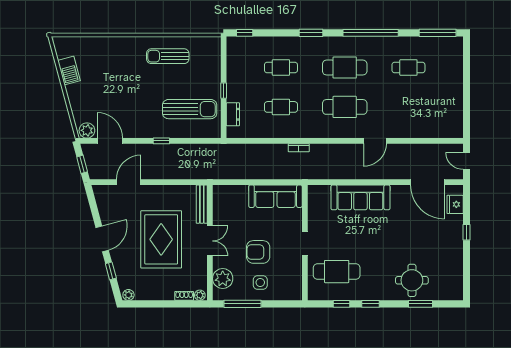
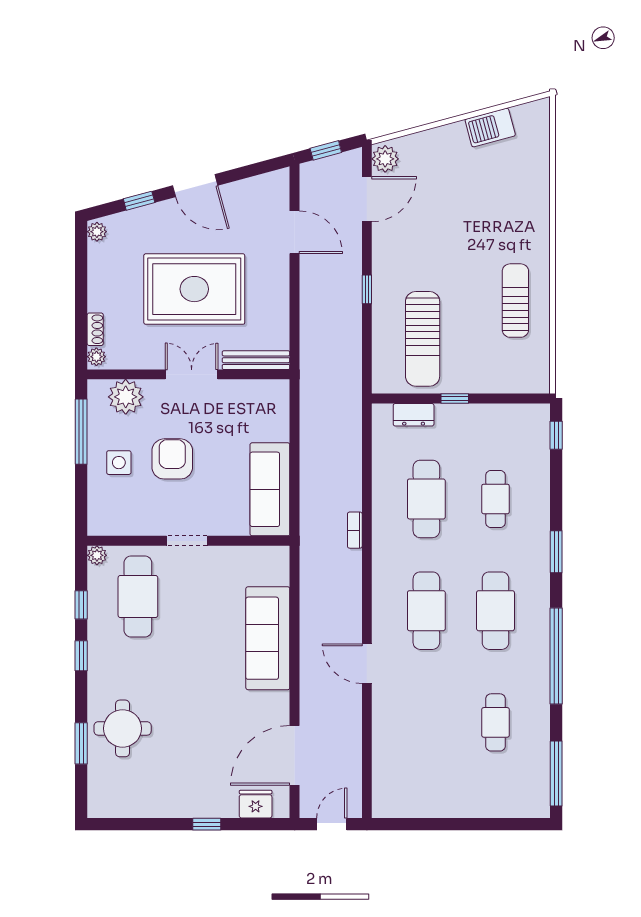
cafe table: (281, 107) -> (426, 499), width x1.37, depth x1.35
double door: (210, 241) -> (192, 374), swing flipped
plant: (313, 295) -> (97, 555), added

